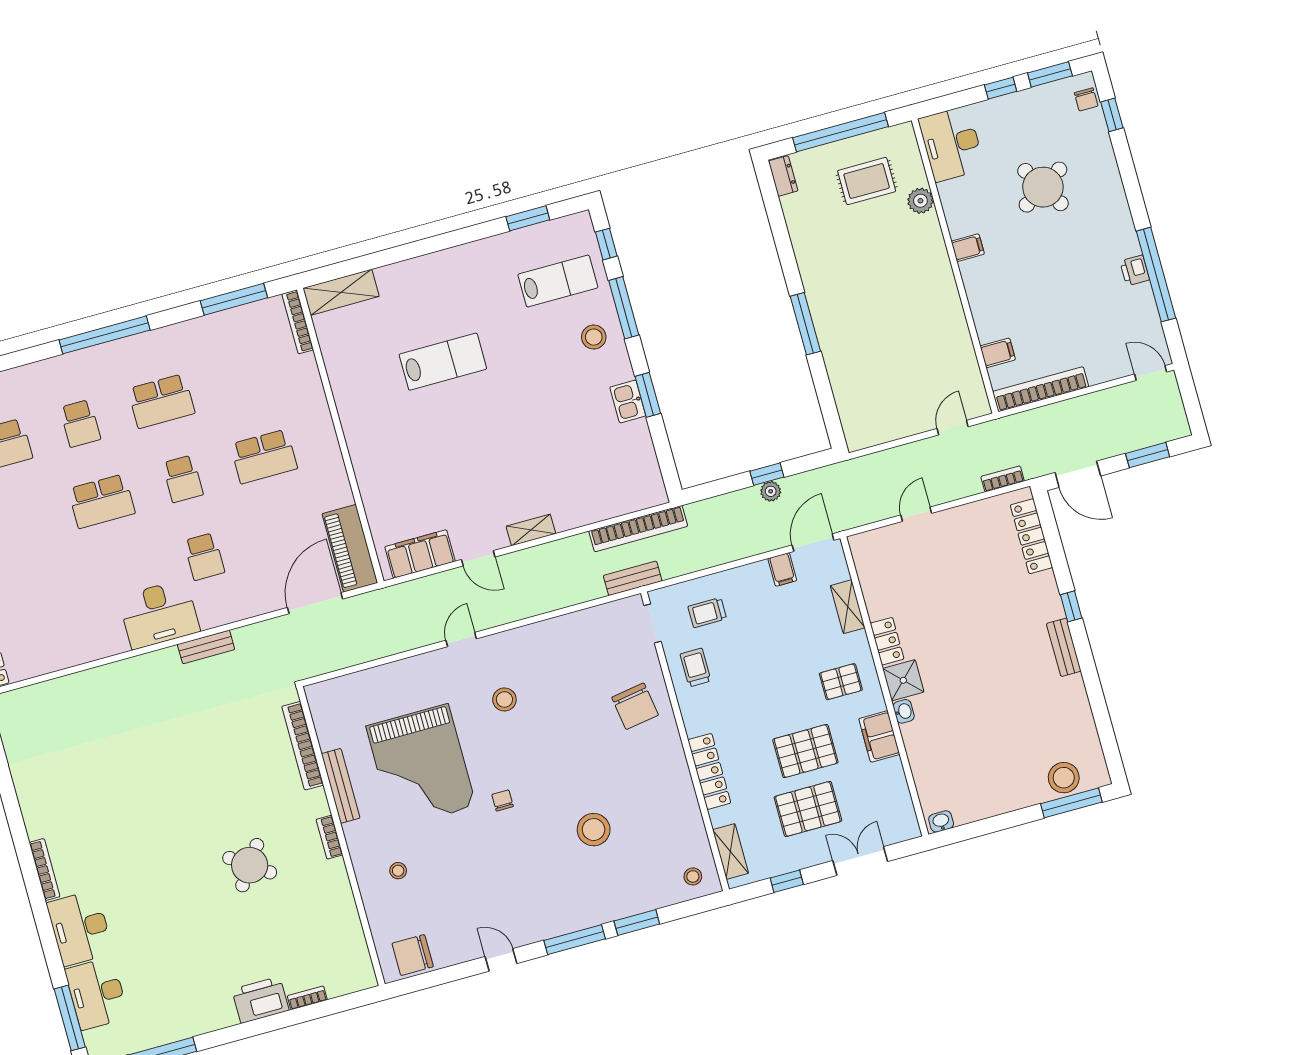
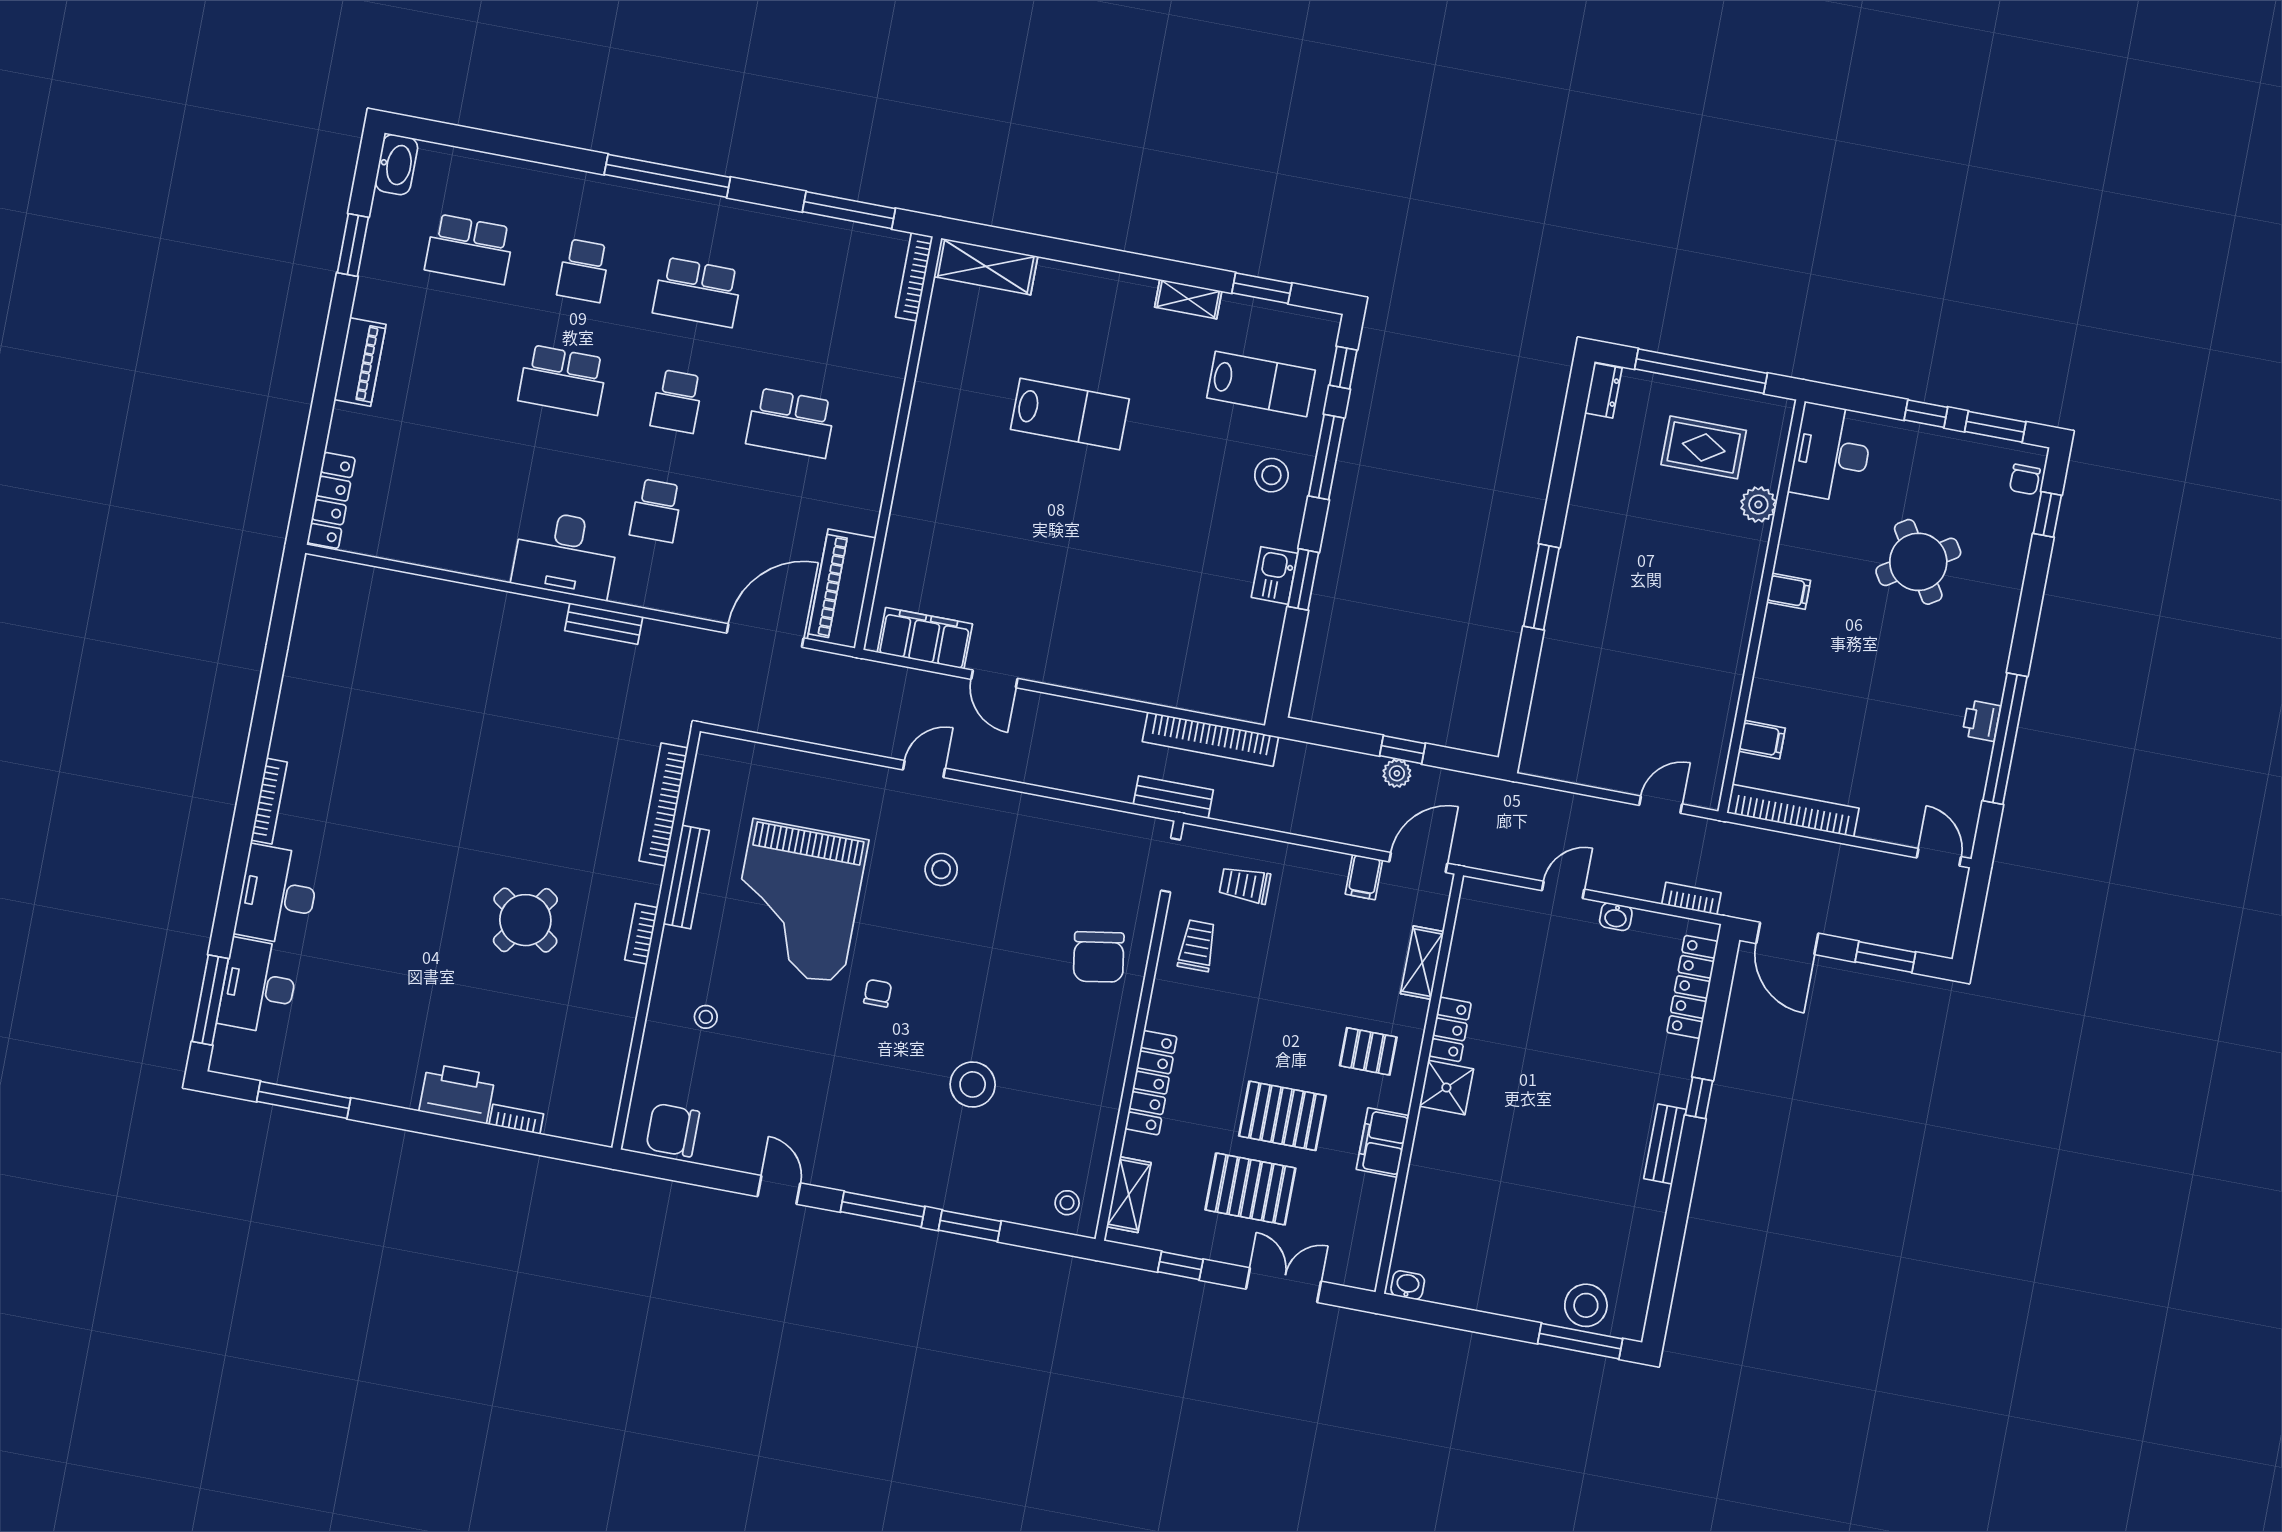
shelving: (531, 530) -> (1188, 299), moved
washbasin: (904, 711) -> (1616, 917), moved, turned 90

